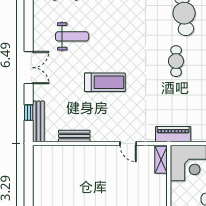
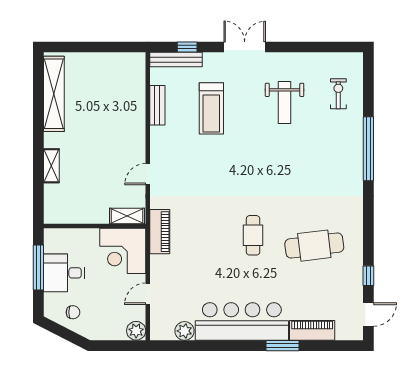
cafe table: (176, 61) -> (253, 235), turned 90
double door: (29, 68) -> (245, 47), swing flipped
treadmill: (105, 82) -> (211, 108), moved

